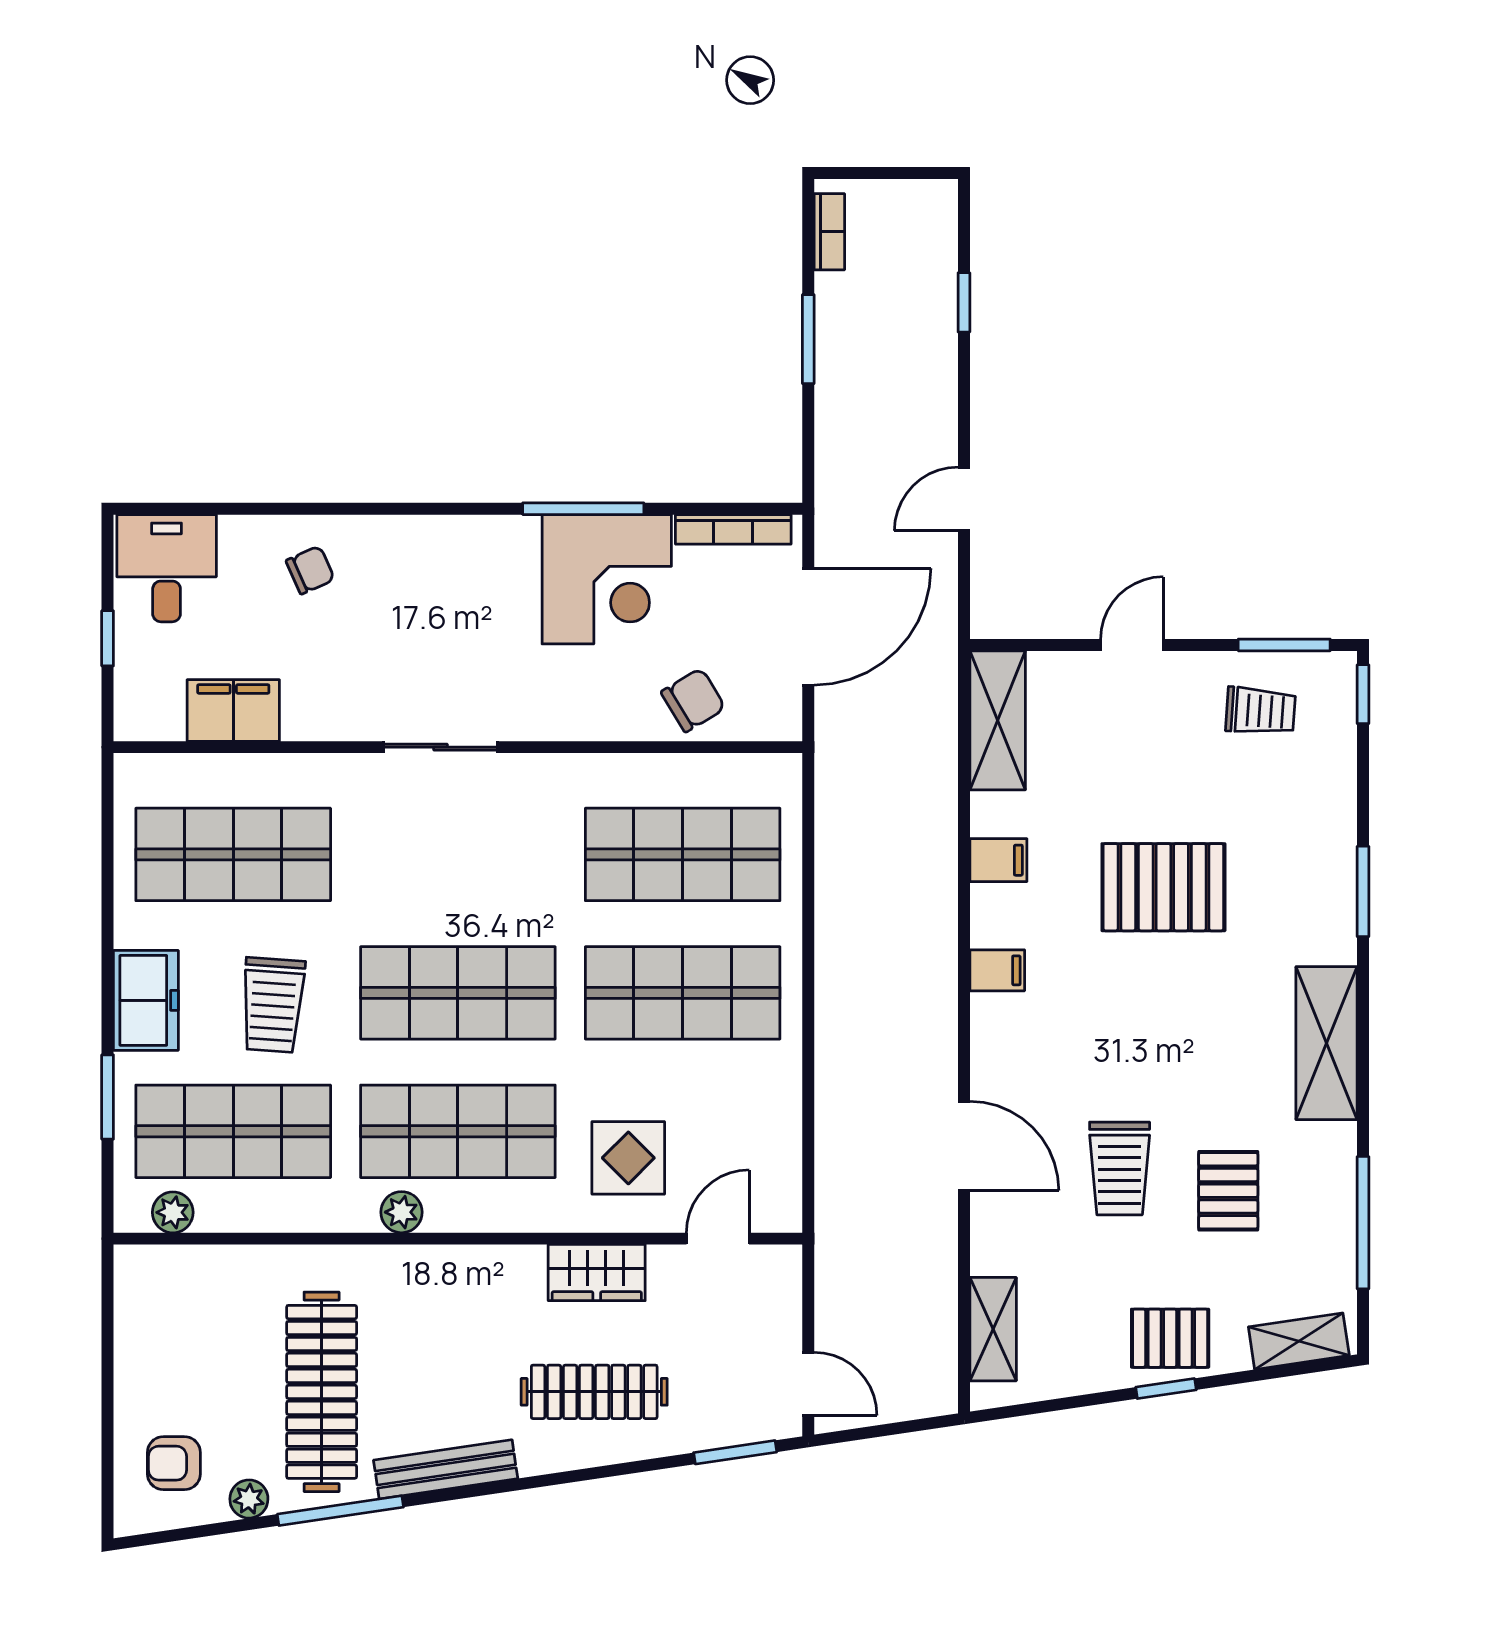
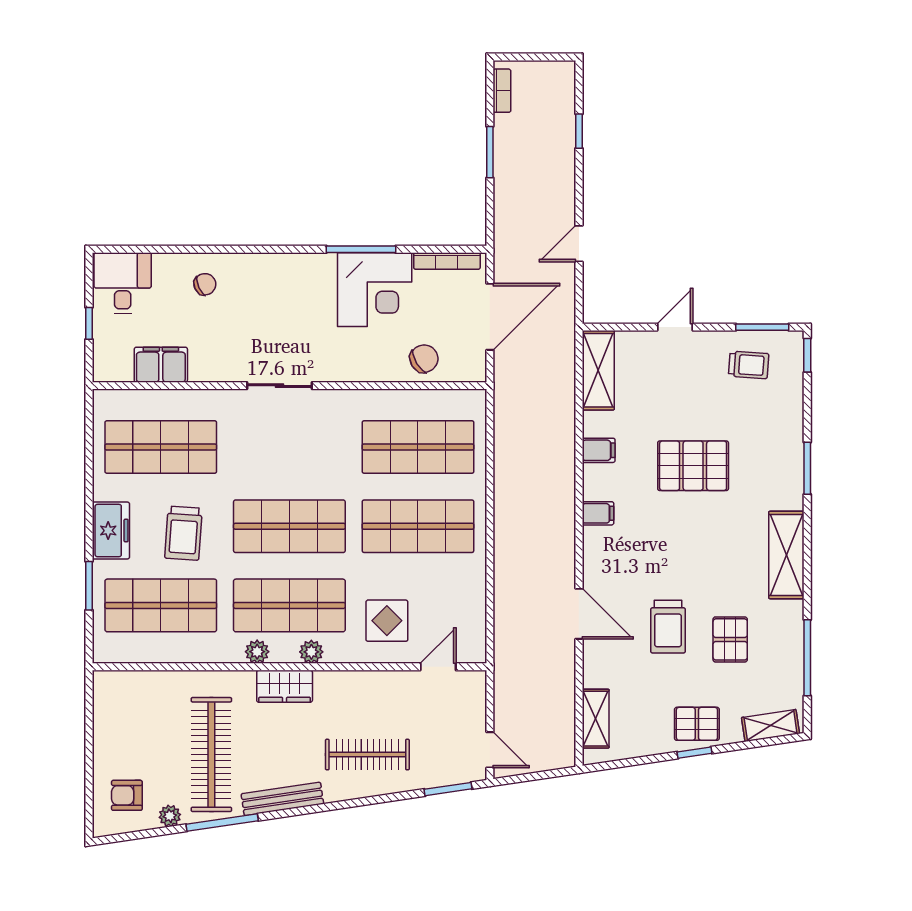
plant: (173, 1212) -> (311, 652), moved
wardrobe: (597, 1273) -> (285, 686), moved

